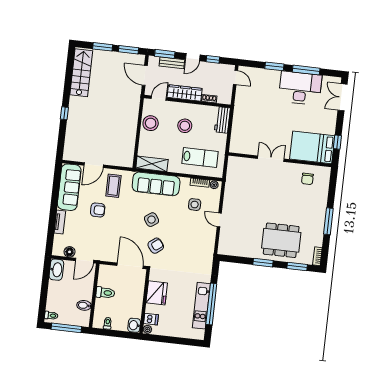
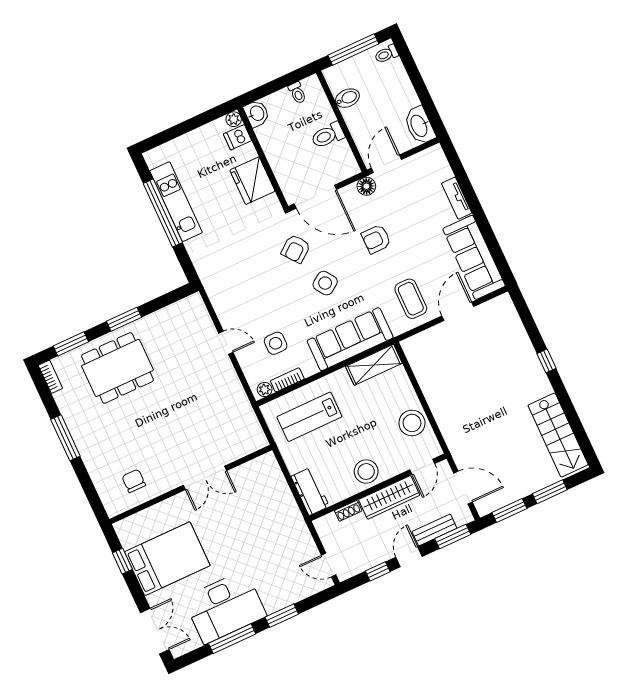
stool: (185, 126) -> (366, 472), moved
bed: (312, 147) -> (167, 559), moved
armchair: (98, 210) -> (376, 239), moved
floor lamp: (70, 252) -> (366, 186), moved

